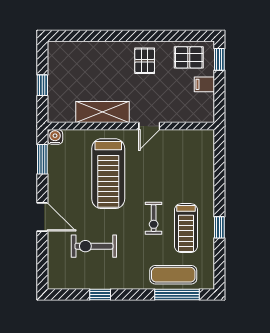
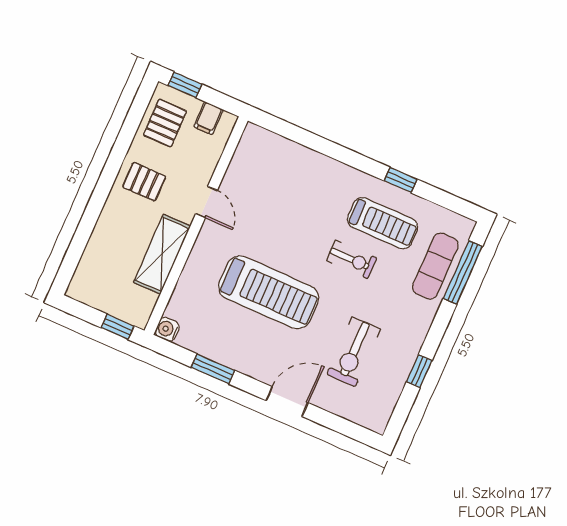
shelving: (102, 112) -> (162, 254), moved
wall: (131, 126) -> (196, 226), moved
door: (149, 126) -> (207, 202), moved
water cooler: (55, 137) -> (167, 329), moved

